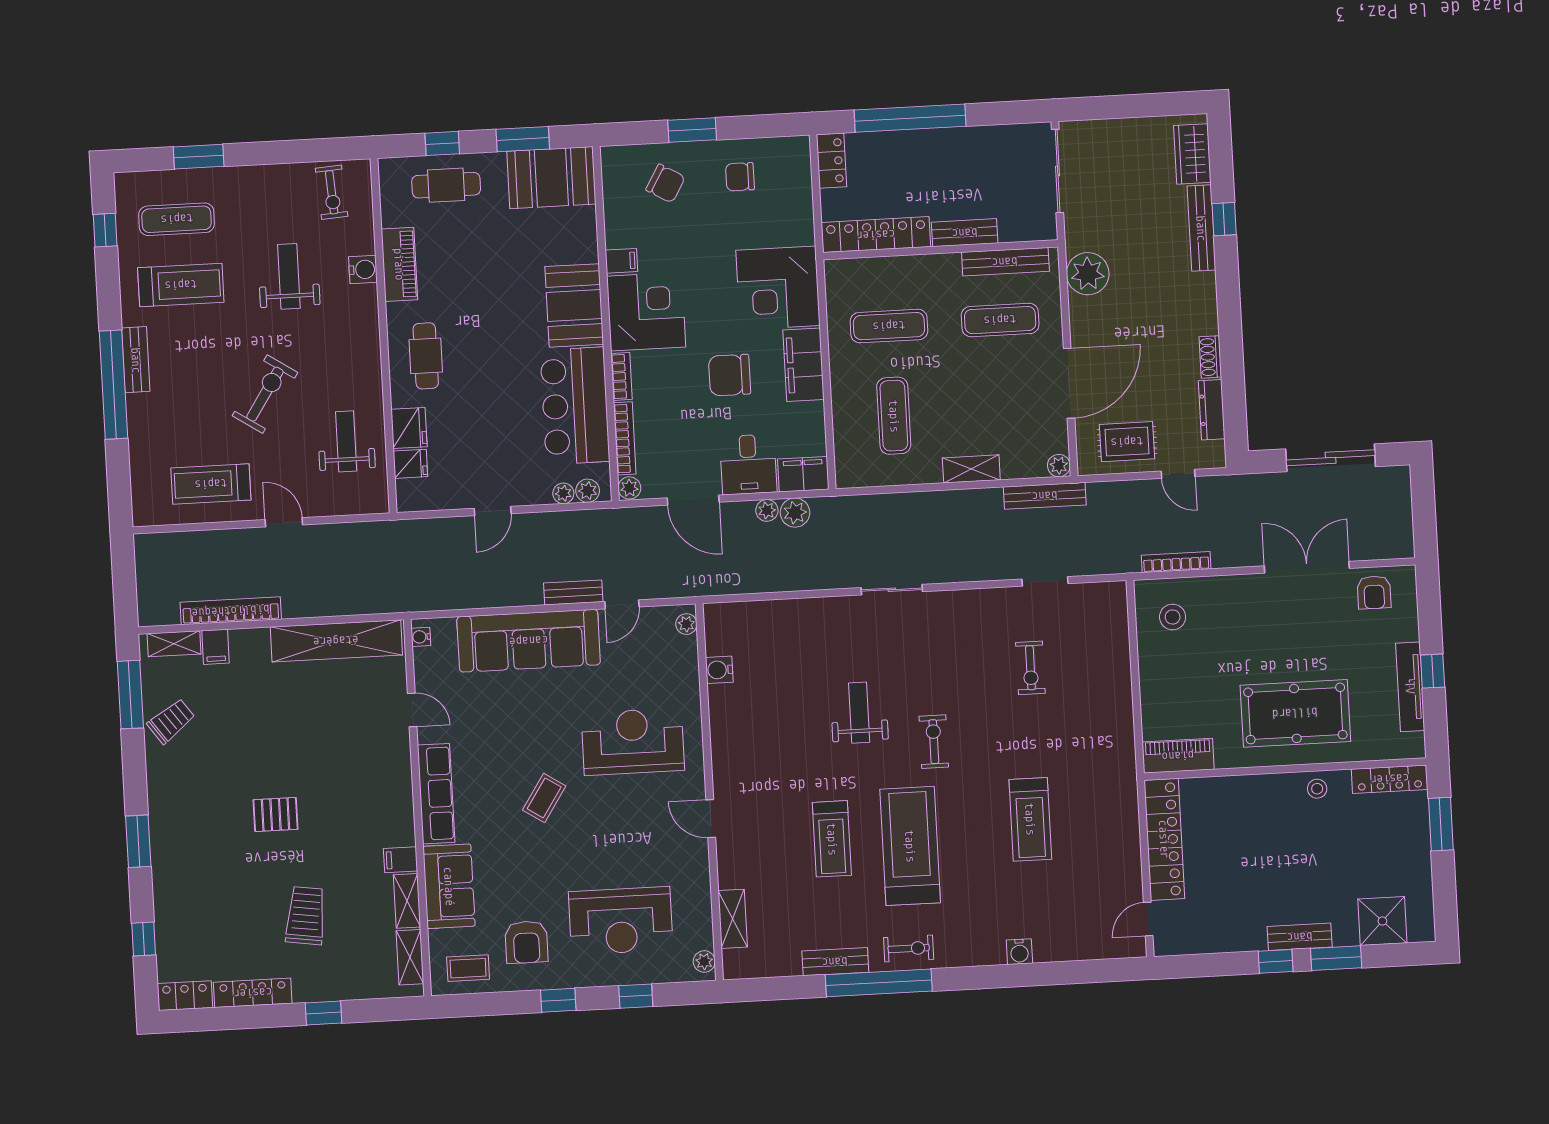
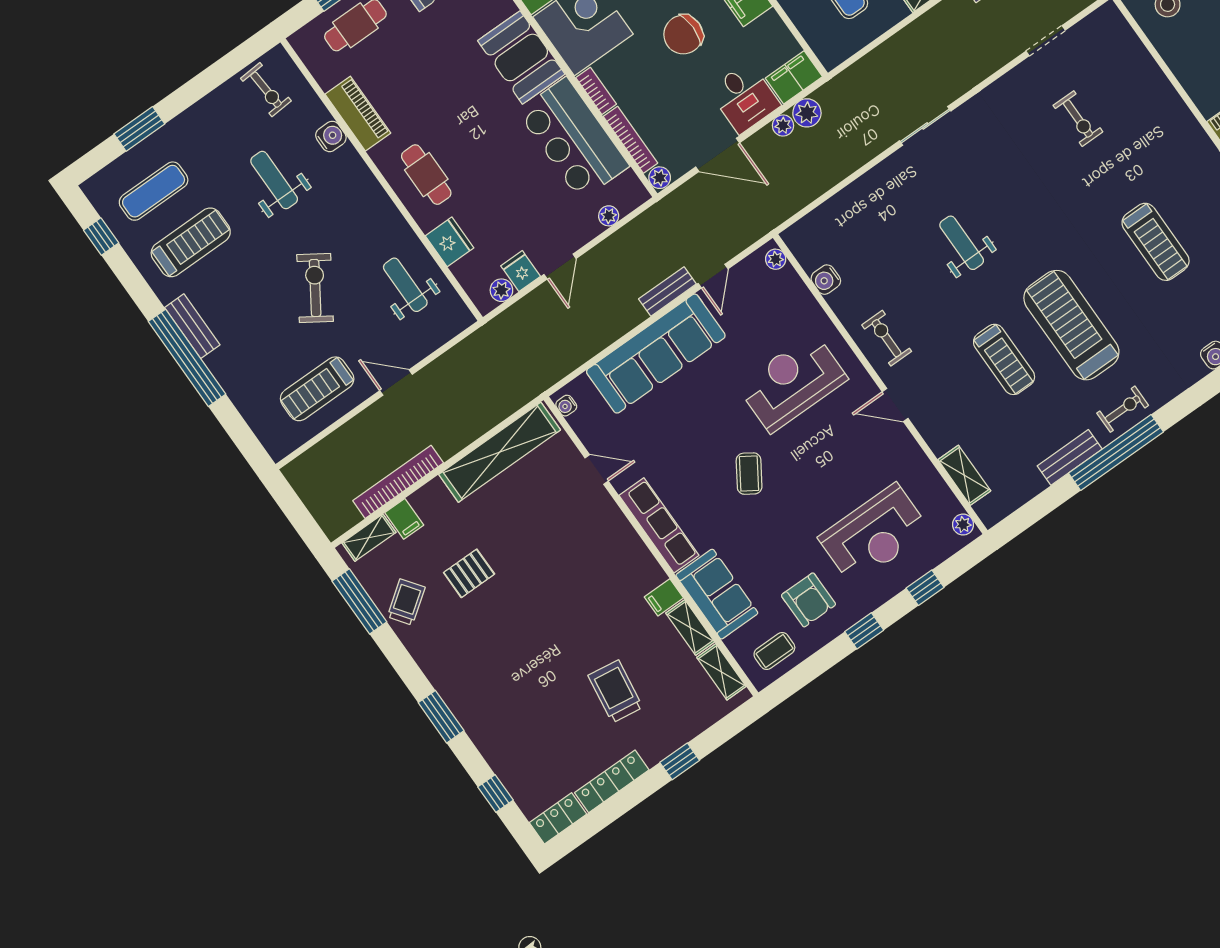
fridge: (410, 464) -> (521, 271), moved, turned -90
plant: (588, 491) -> (501, 290), moved
exercise bike: (934, 742) -> (887, 338), moved
pallet: (276, 814) -> (469, 573), moved

